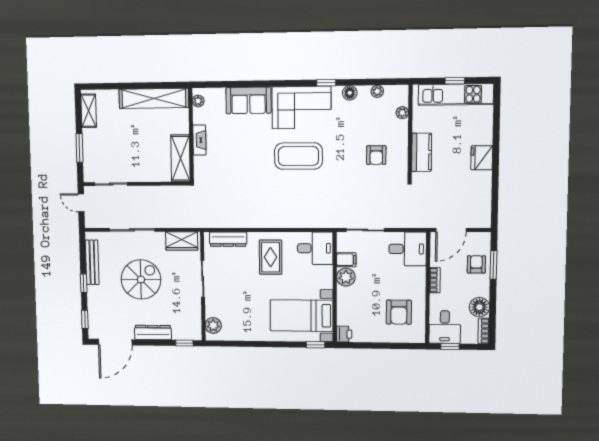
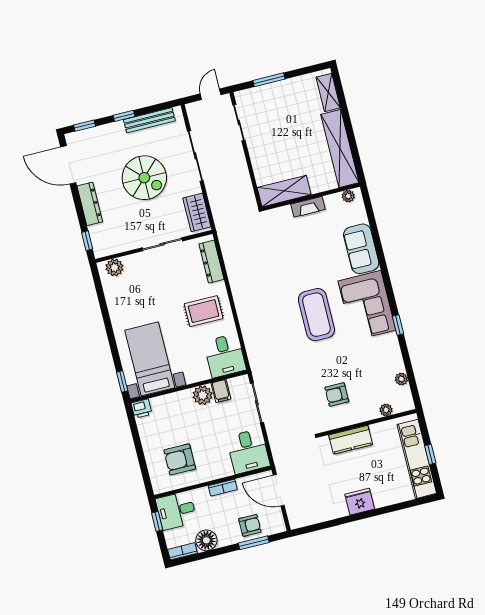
floor lamp: (350, 93) -> (393, 351), removed
shelving: (89, 111) -> (328, 92), moved, turned 90

